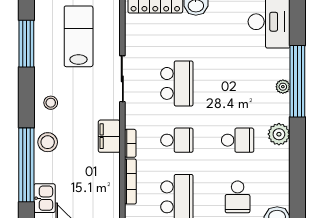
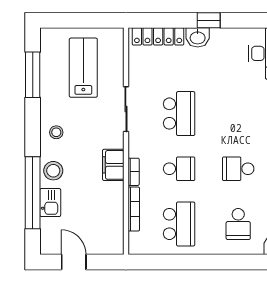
school desk: (238, 140) -> (238, 169), turned 180
kitchen sink: (45, 198) -> (50, 203), moved

